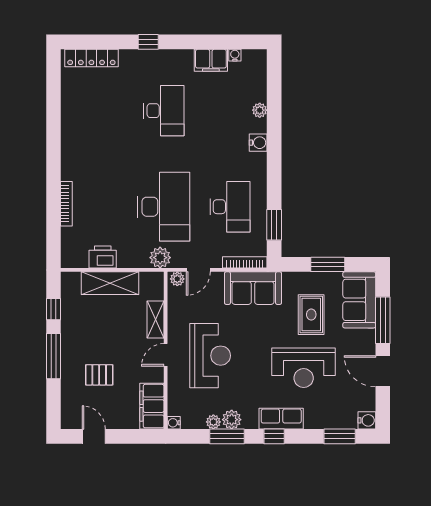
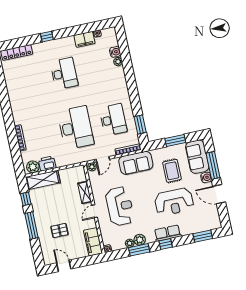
water cooler: (258, 143) -> (115, 52), moved
plant: (160, 258) -> (33, 167), moved
shelving: (110, 283) -> (43, 180), moved
water cooler: (367, 420) -> (206, 177), moved

